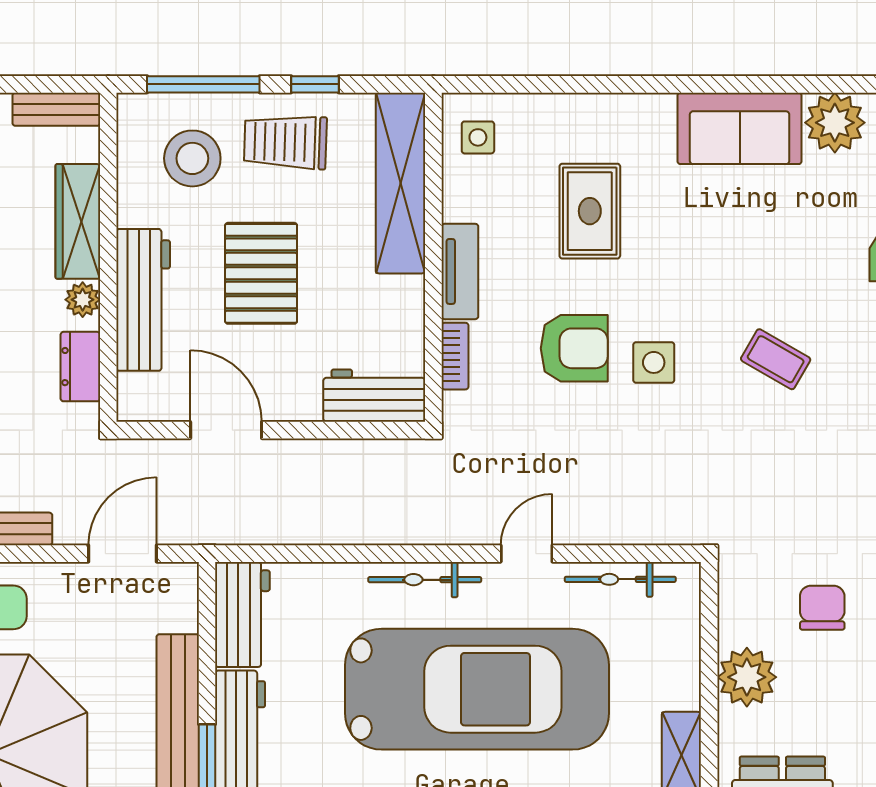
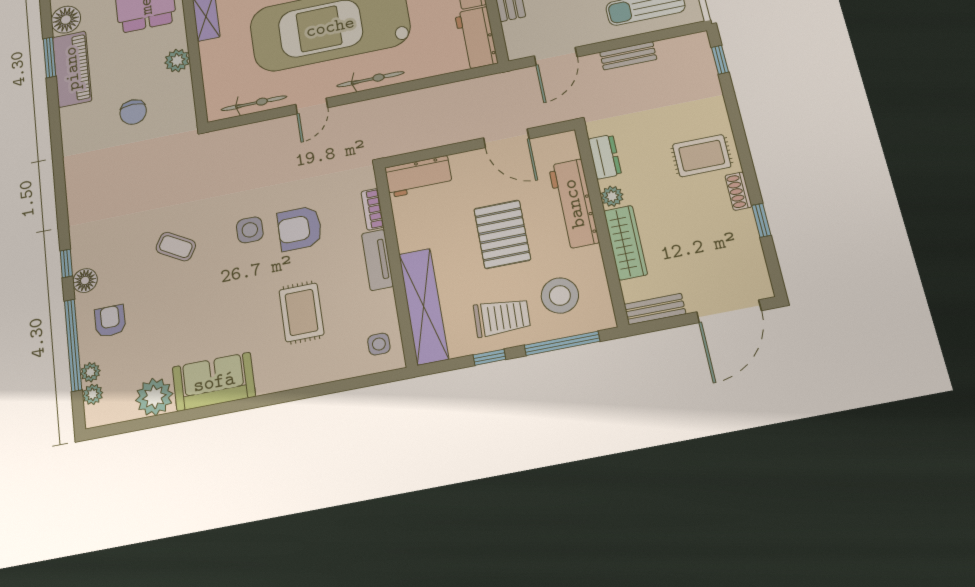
plant: (747, 677) -> (177, 60), width x0.73, depth x0.73

